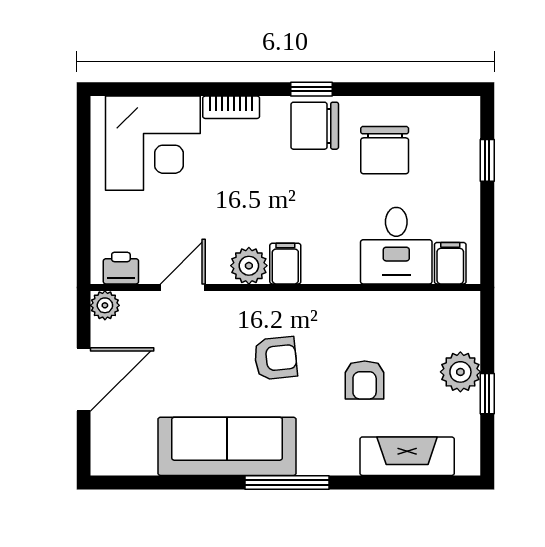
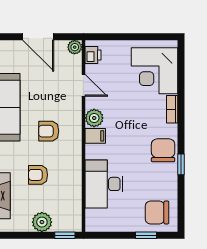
window: (311, 89) -> (181, 164), moved
chair: (385, 150) -> (157, 212), moved
desk: (396, 246) -> (104, 184), width x1.37
filing cabinet: (450, 263) -> (95, 217), removed
armchair: (276, 358) -> (49, 131), turned 96
window: (487, 394) -> (65, 235), moved

